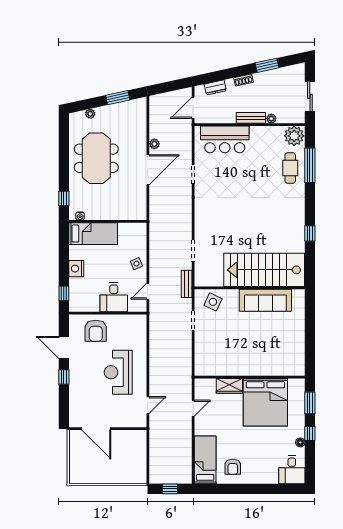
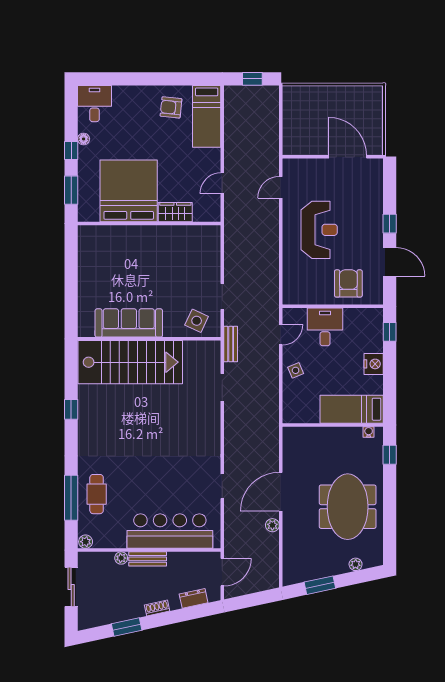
plant: (294, 136) -> (86, 542), width x0.53, depth x0.53
bar counter: (225, 139) -> (170, 531), width x1.36
armchair: (233, 467) -> (171, 107), turned -84

